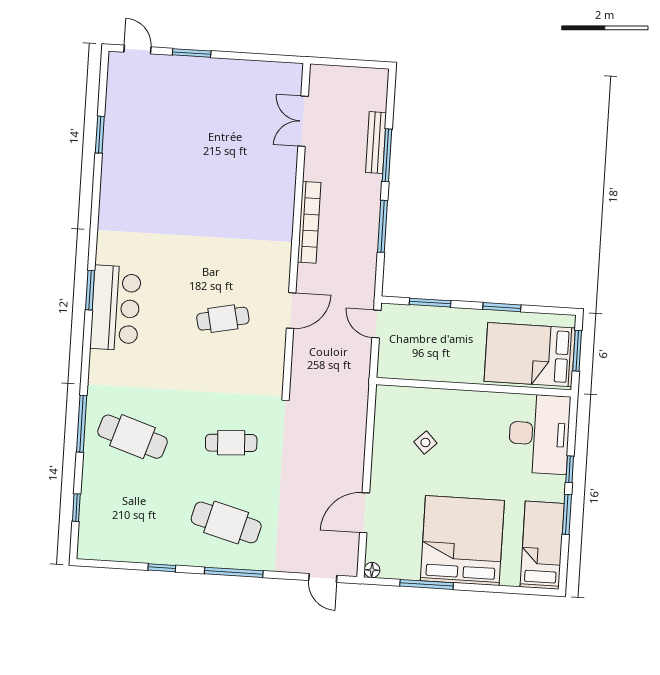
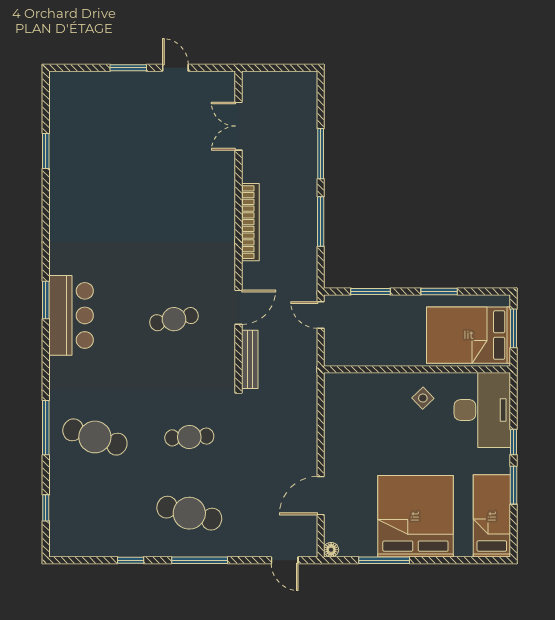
door: (137, 50) -> (175, 68), moved
bench: (376, 143) -> (250, 359), moved
side table: (425, 442) -> (423, 398), moved

